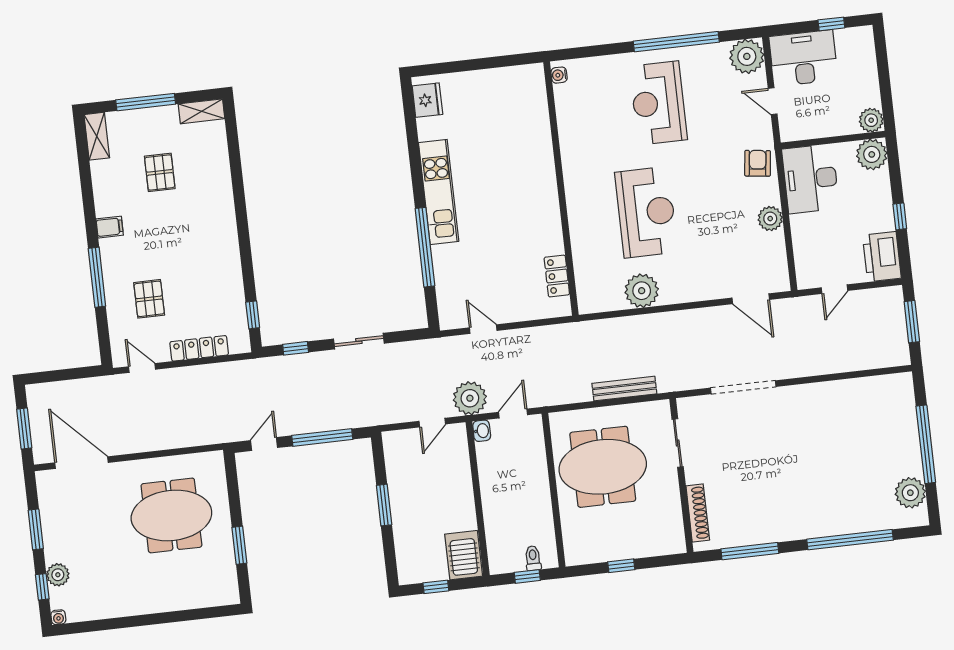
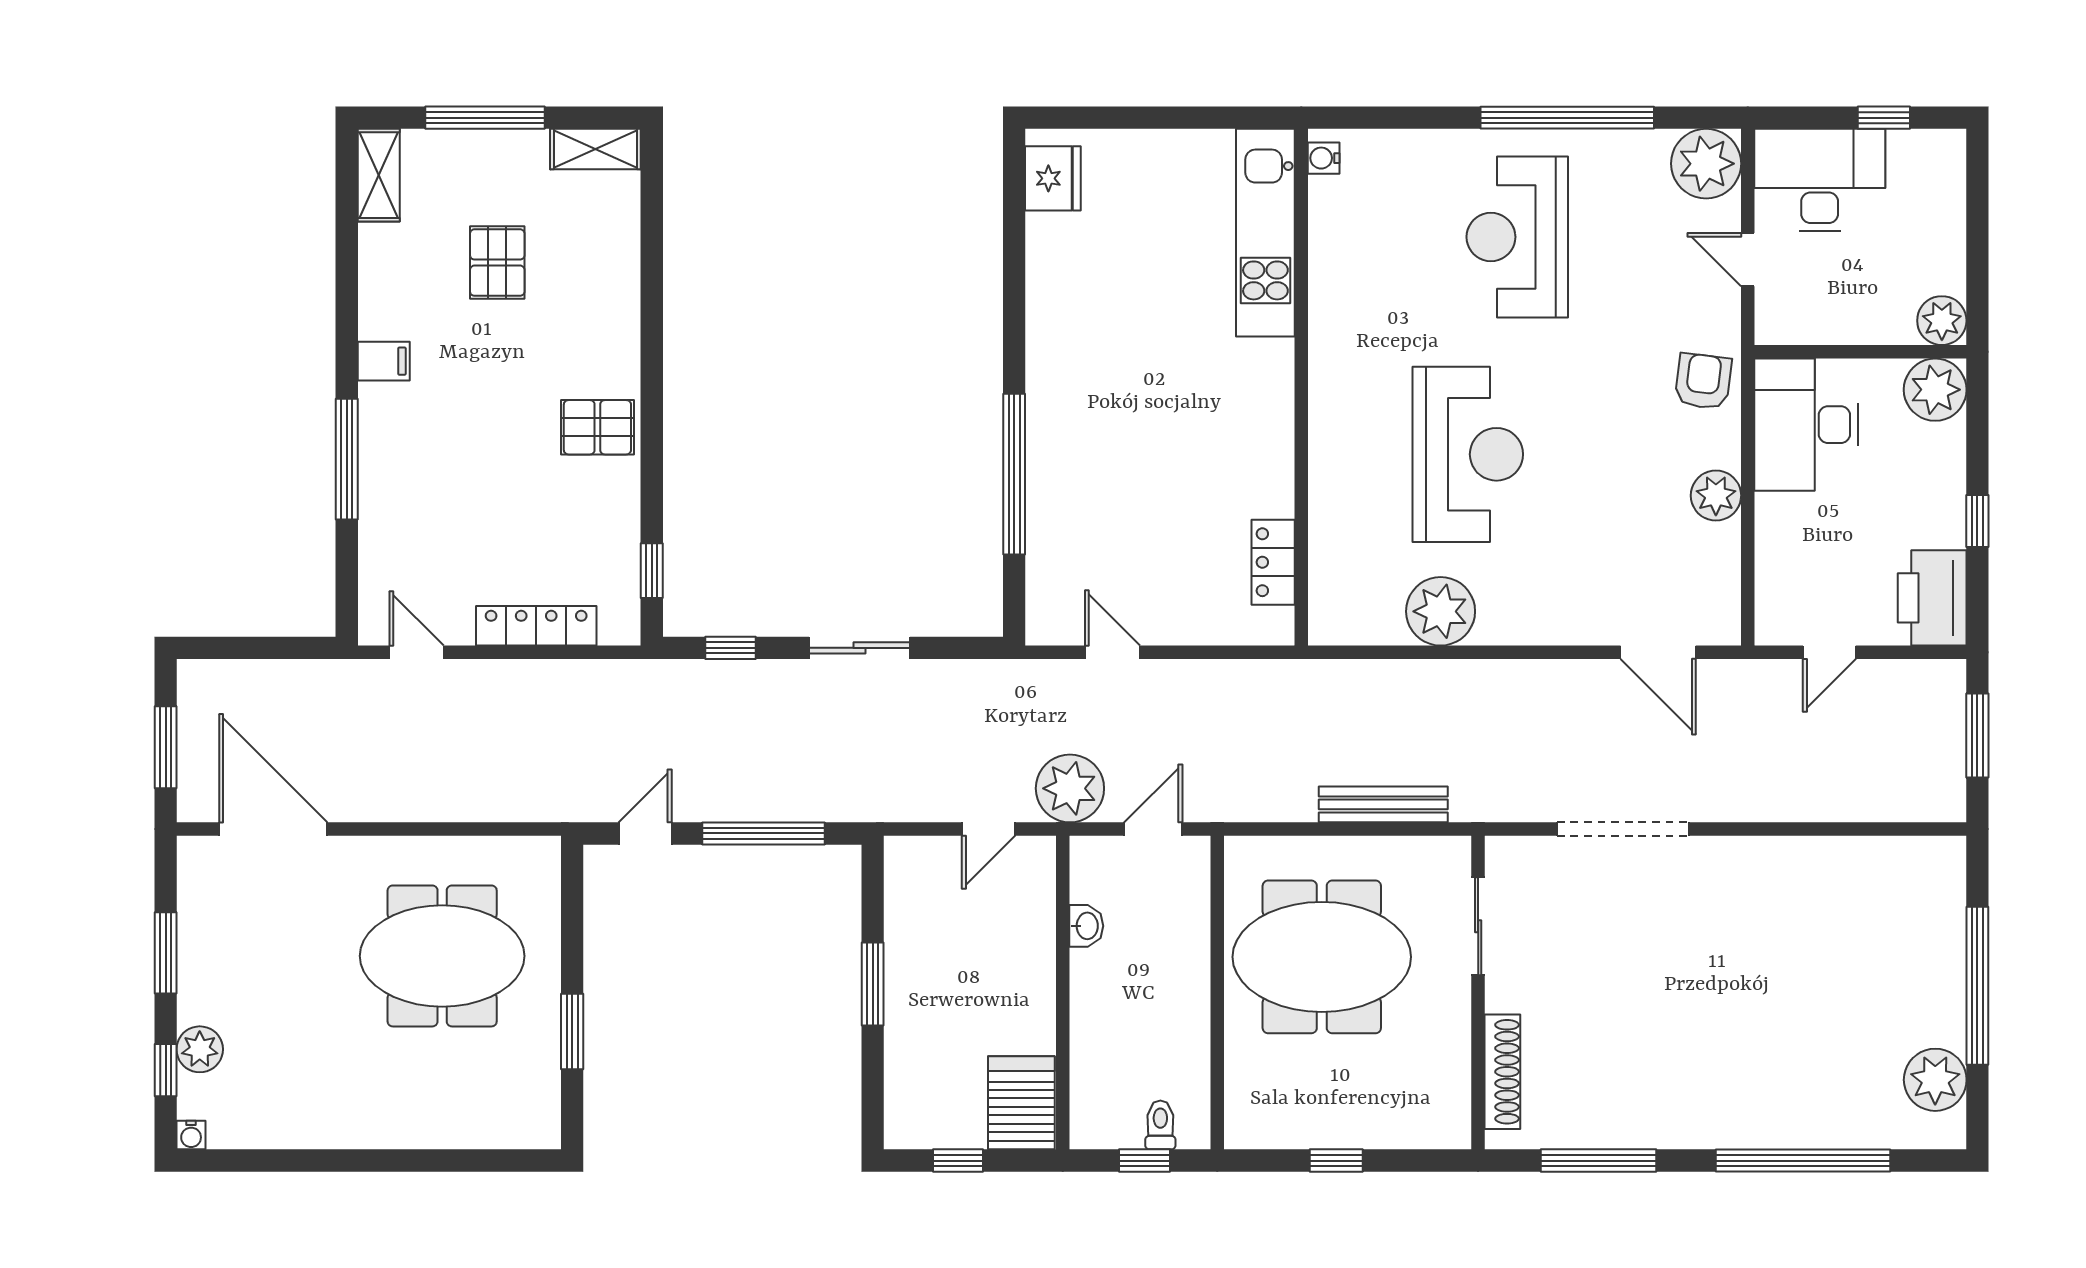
kitchen unit: (439, 192) -> (1265, 233), moved, turned 180
pallet: (149, 299) -> (597, 427), moved, turned 90
washbasin: (482, 431) -> (1086, 926), moved

